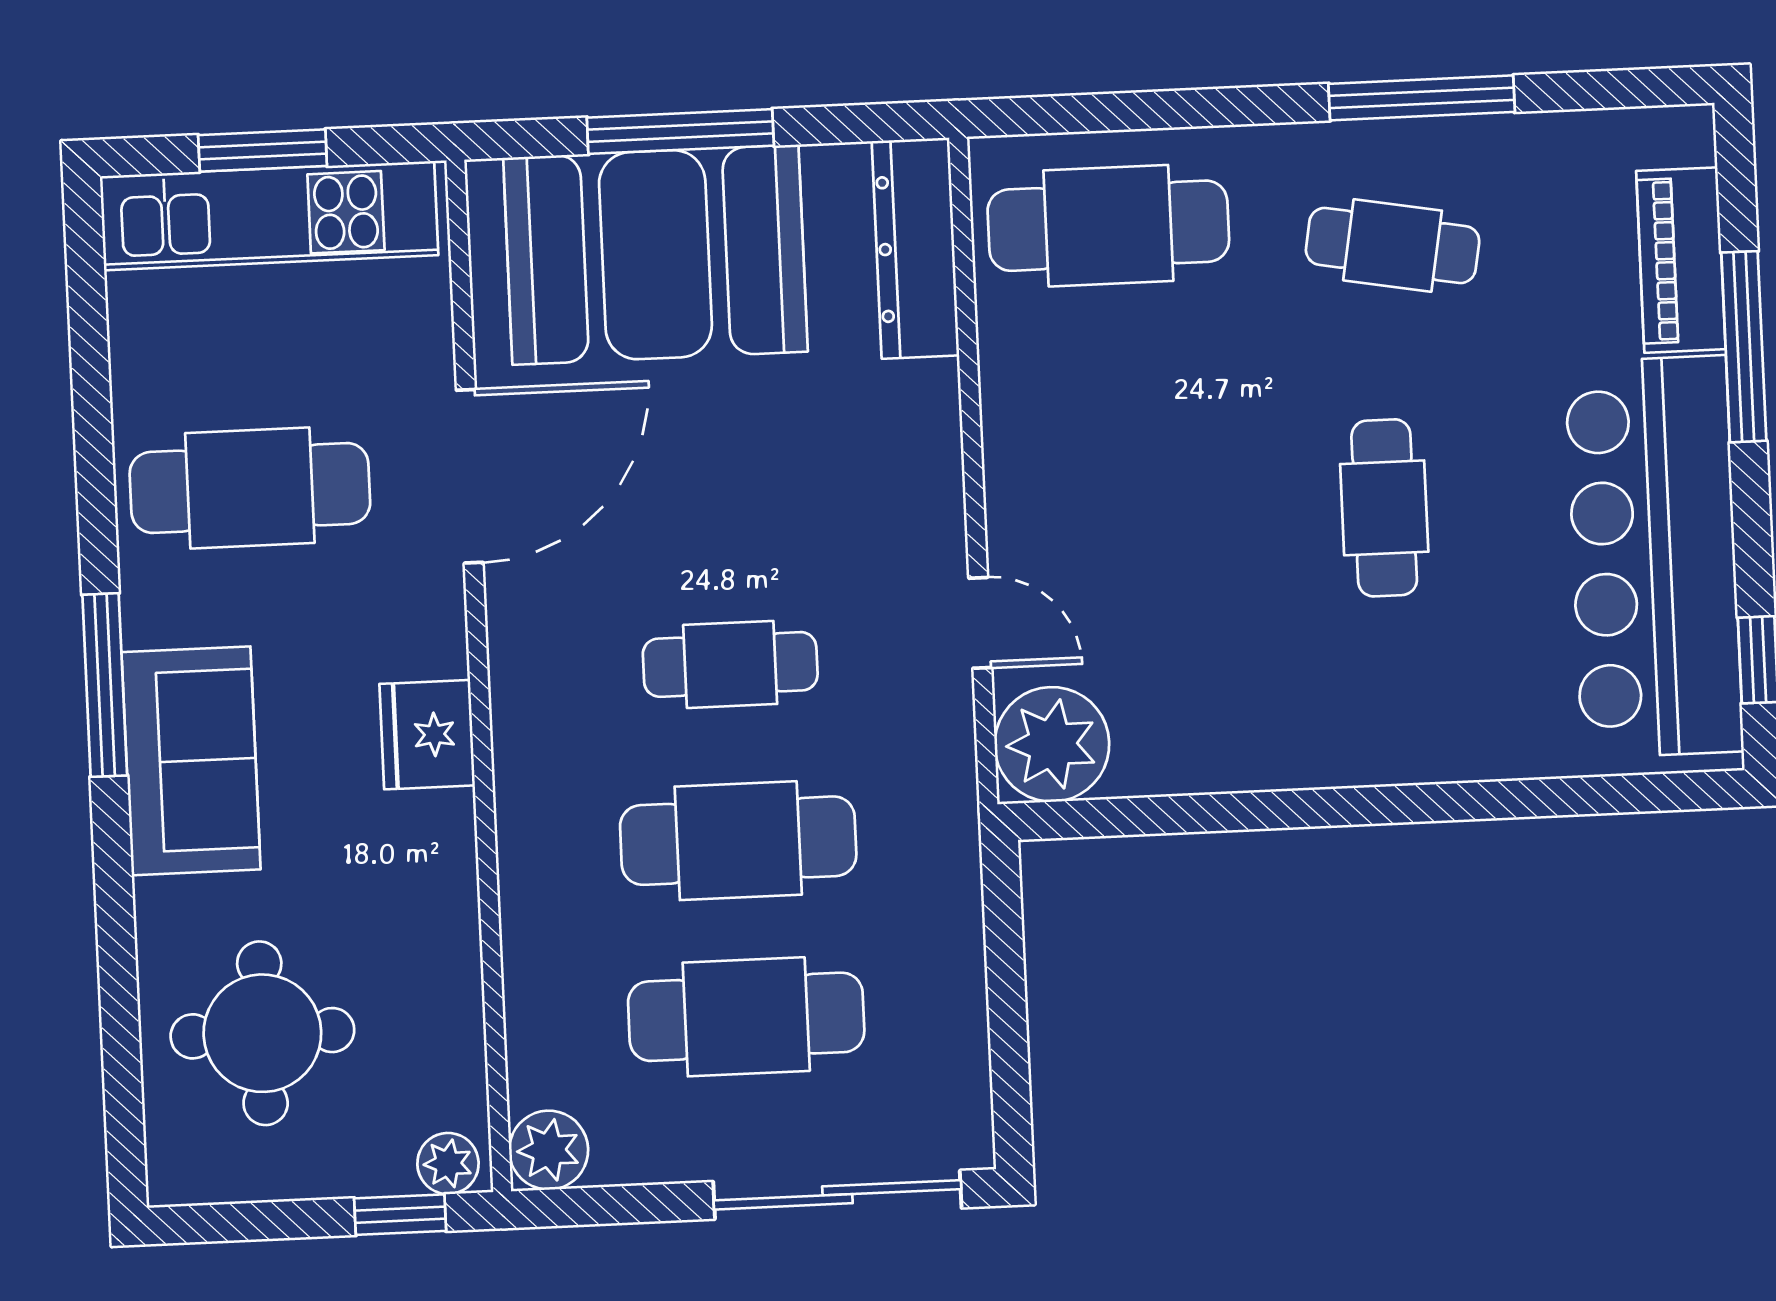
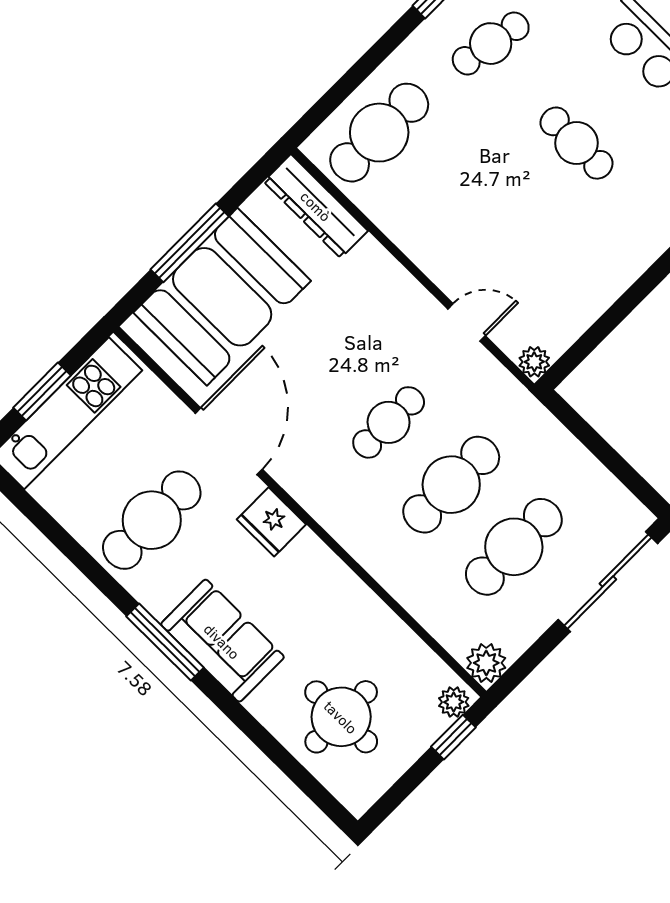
fridge: (427, 735) -> (271, 522), moved
plant: (1052, 744) -> (534, 362), width x0.53, depth x0.53

